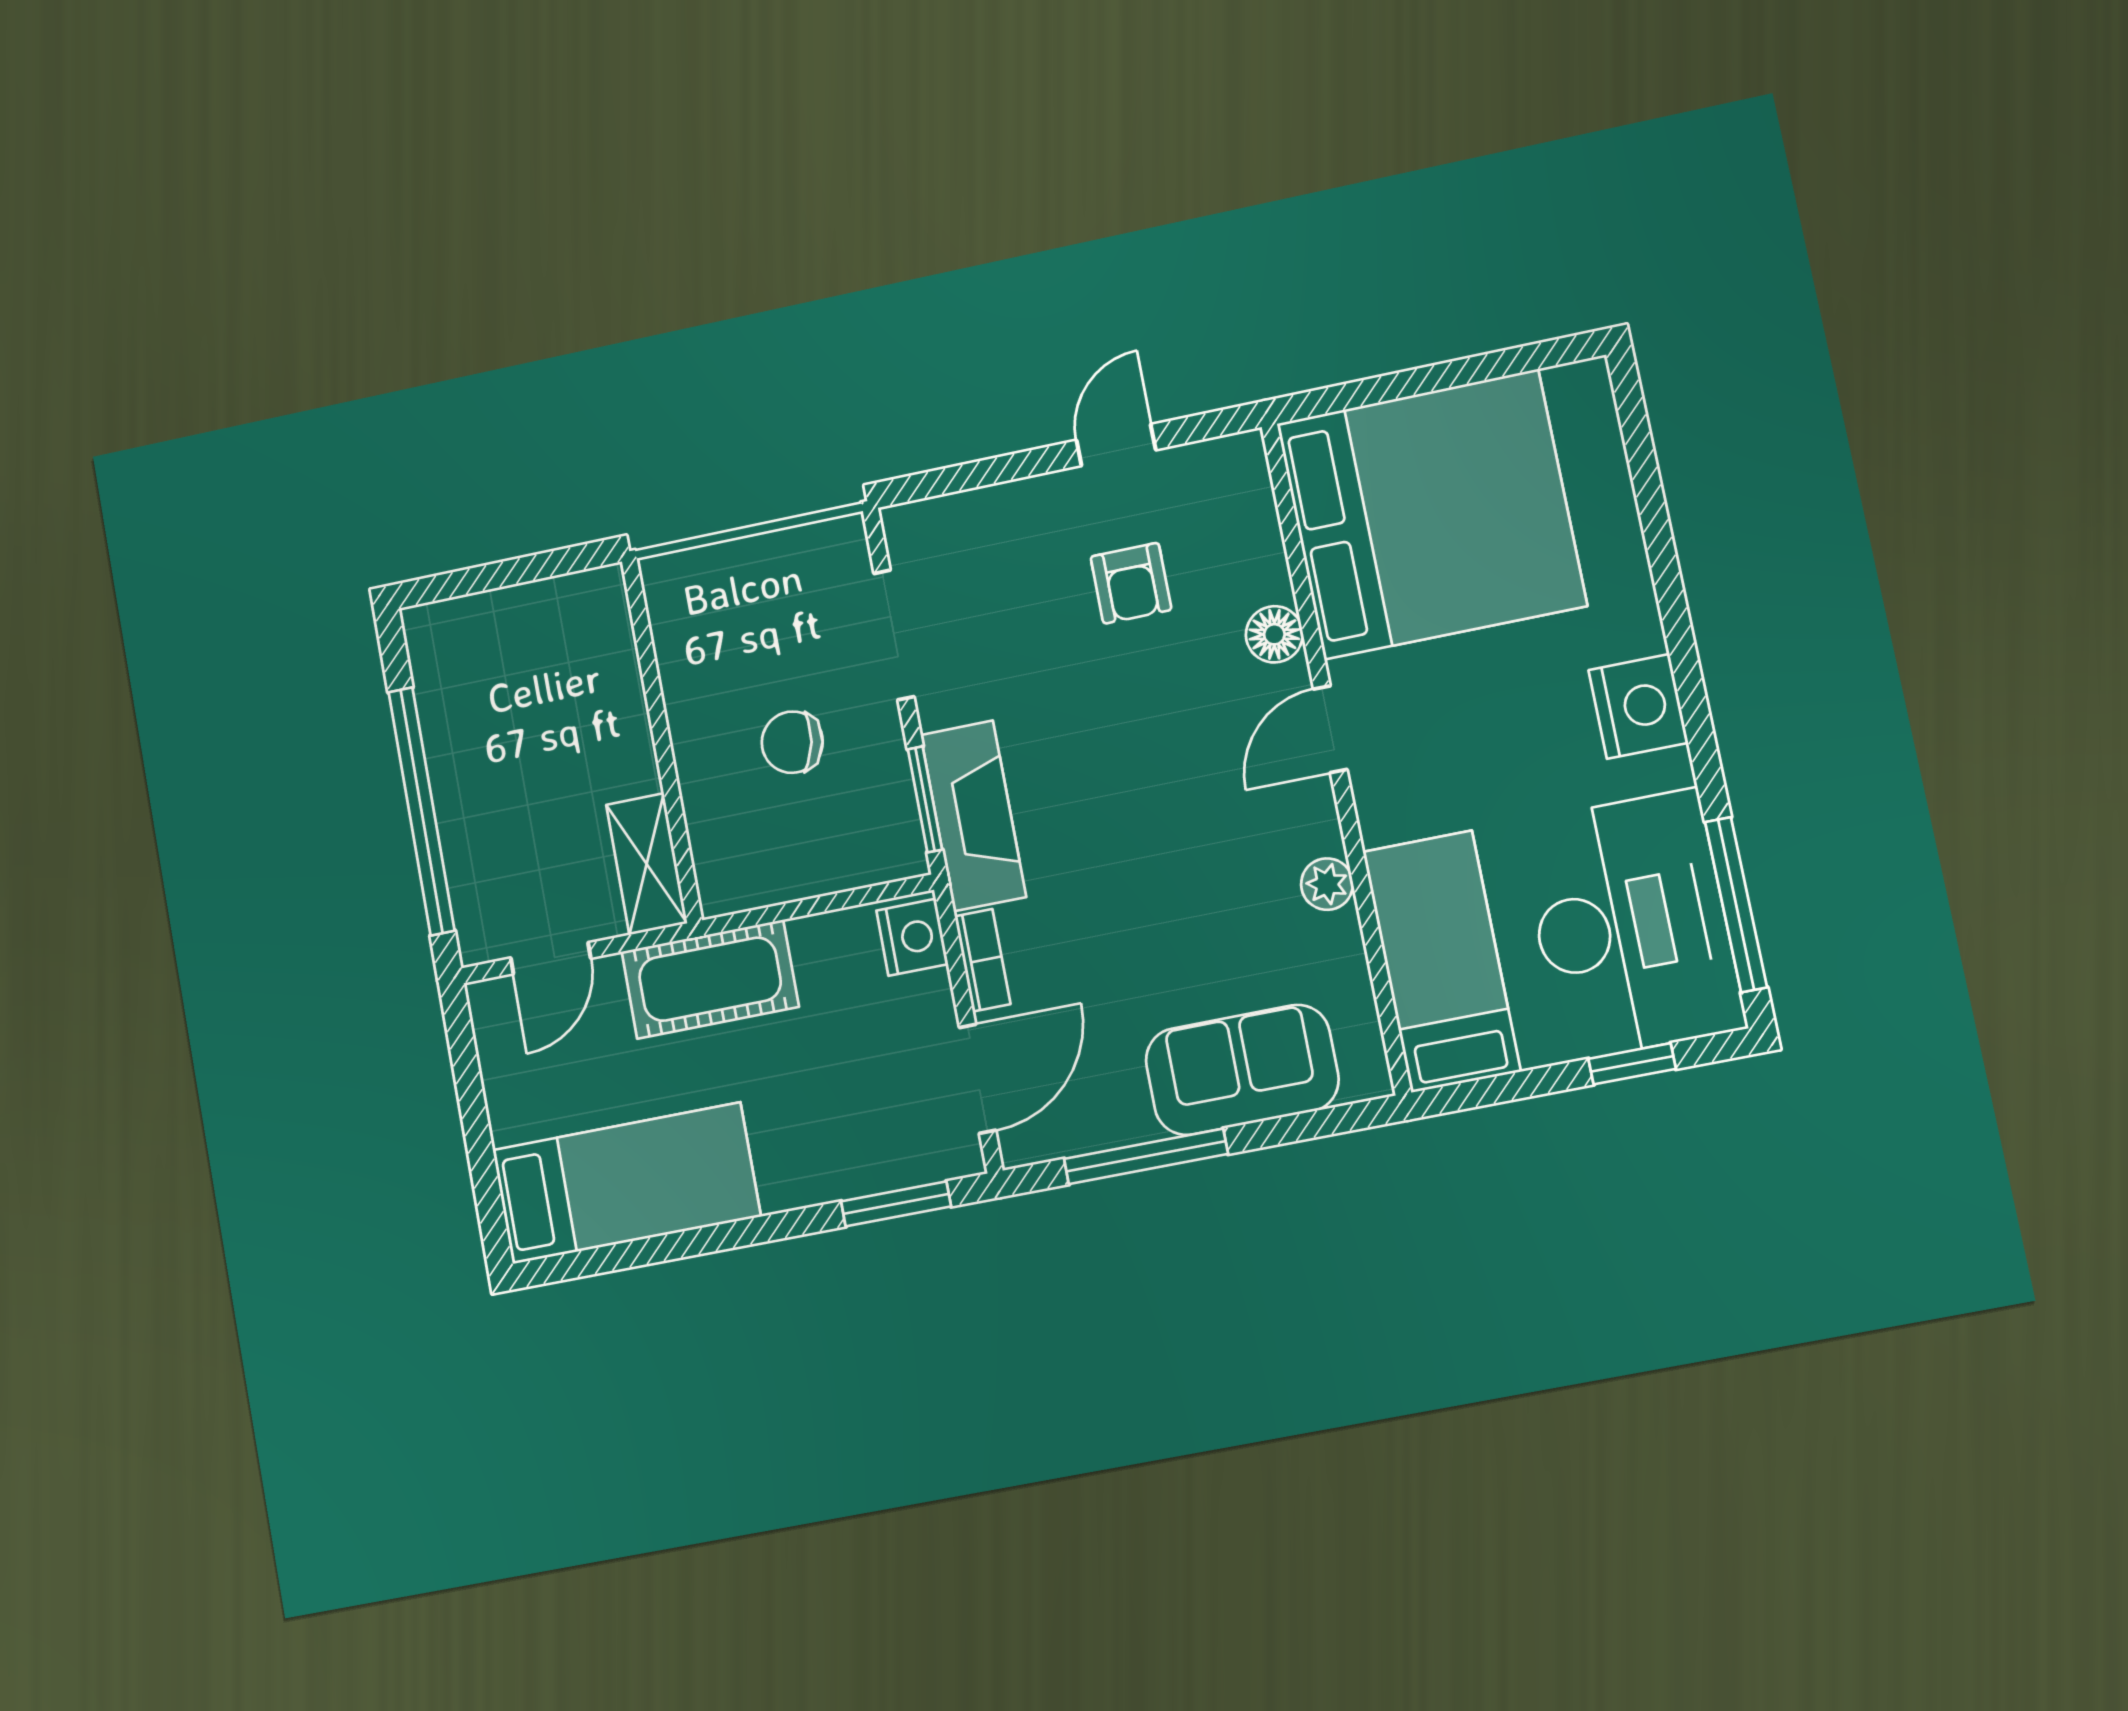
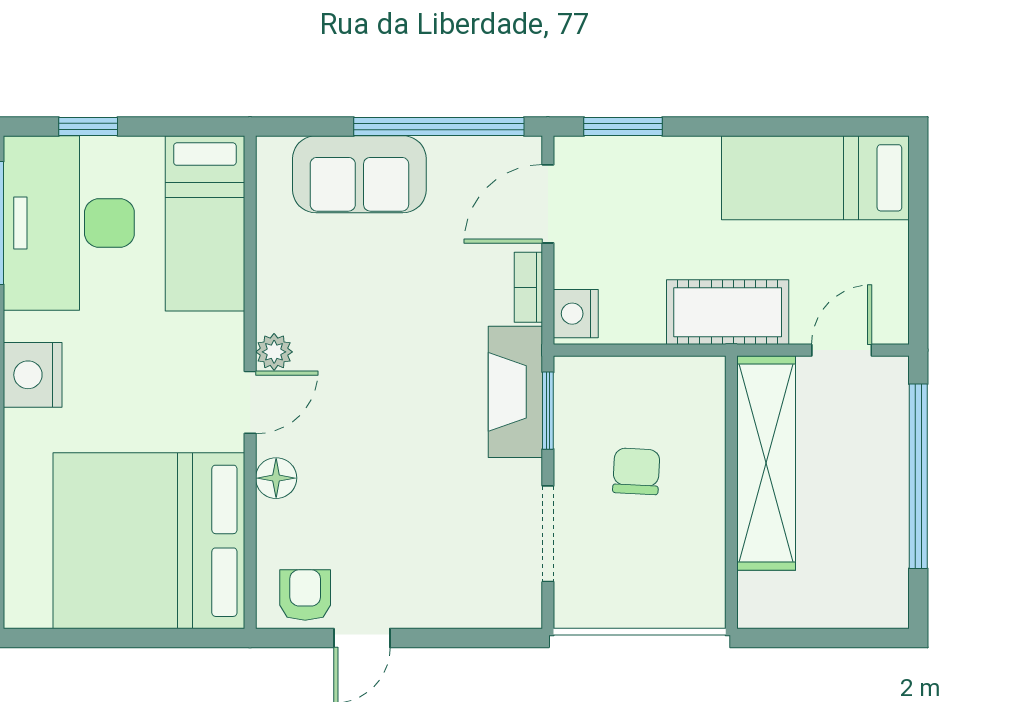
armchair: (1131, 583) -> (305, 595), moved
chair: (792, 742) -> (636, 471), turned -98
shelving: (647, 864) -> (766, 463), width x2.20, depth x1.33
plant: (1327, 884) -> (274, 352), moved
window: (1146, 1156) -> (439, 126), width x1.46

